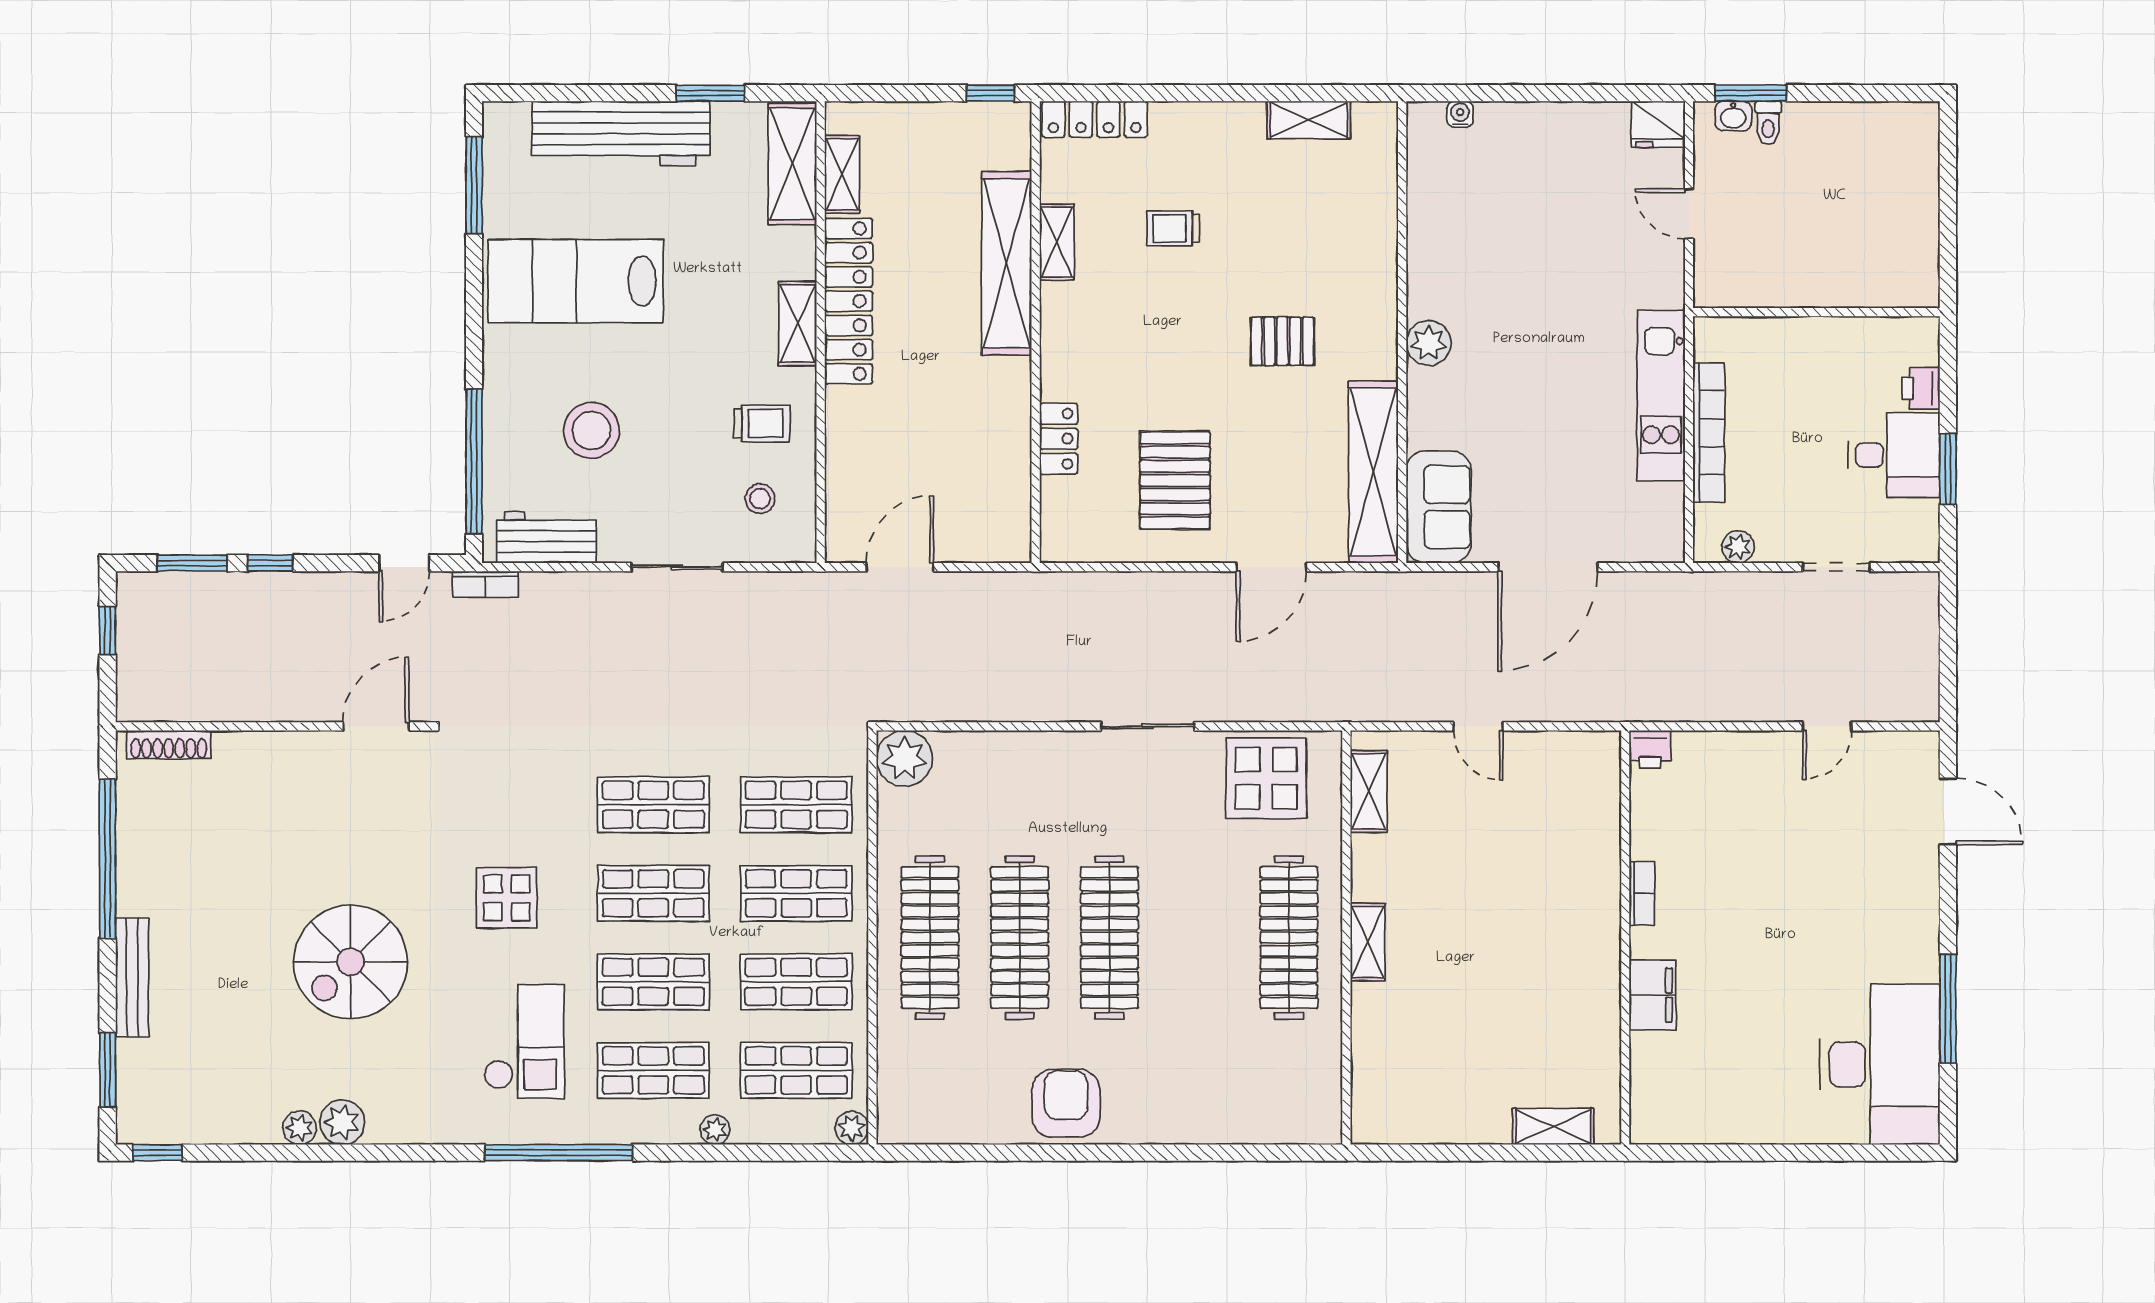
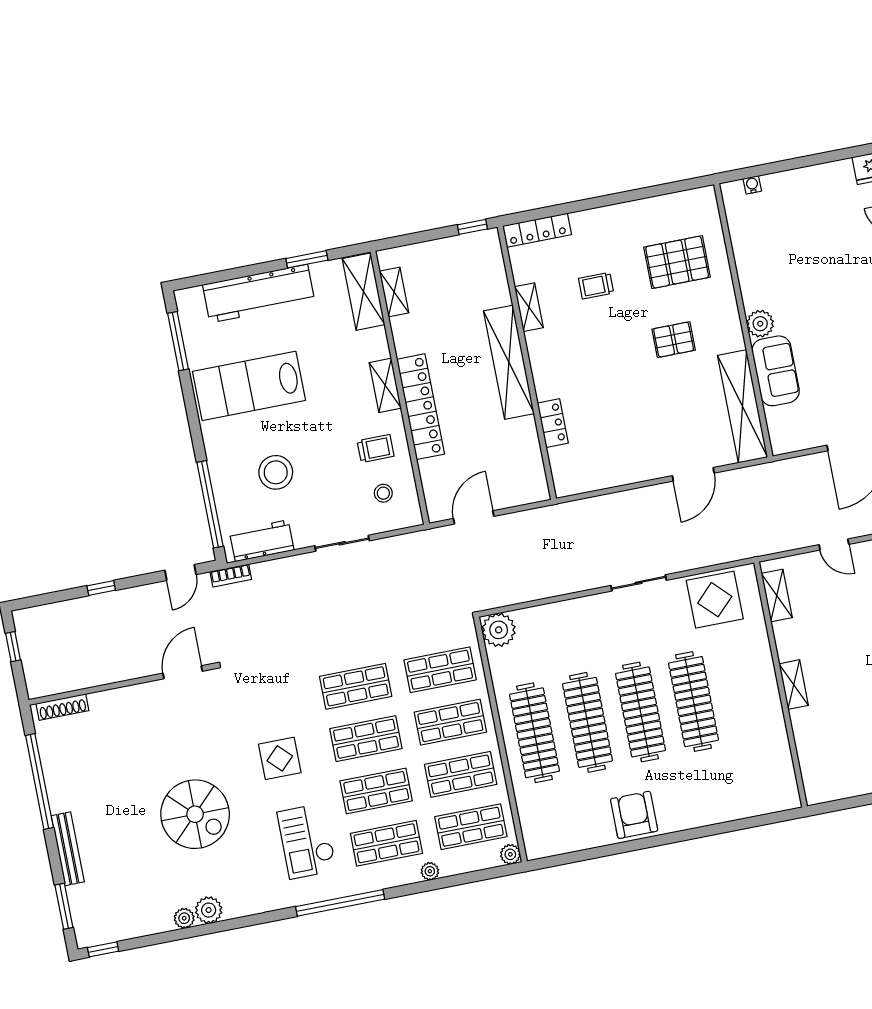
shelving: (1309, 120) -> (663, 206), removed
shelving: (1007, 263) -> (509, 362), moved
locker: (849, 301) -> (421, 407), moved
pallet: (1175, 480) -> (677, 262), moved, turned 90
sofa: (1439, 507) -> (776, 371), moved
window: (192, 563) -> (55, 597), removed
clothes rail: (1289, 938) -> (694, 702), moved
spiral stairs: (351, 962) -> (195, 814), turned -90
checkout: (524, 1041) -> (307, 841), turned 180

